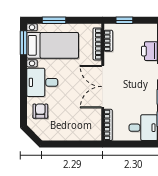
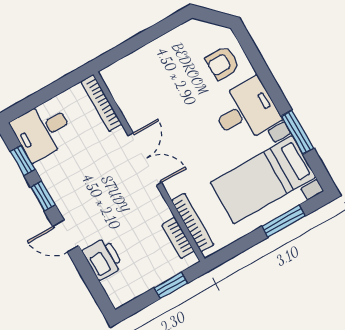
window: (24, 43) -> (297, 132), moved
double door: (103, 87) -> (145, 159), width x0.73
armchair: (40, 111) -> (222, 63), turned 90

